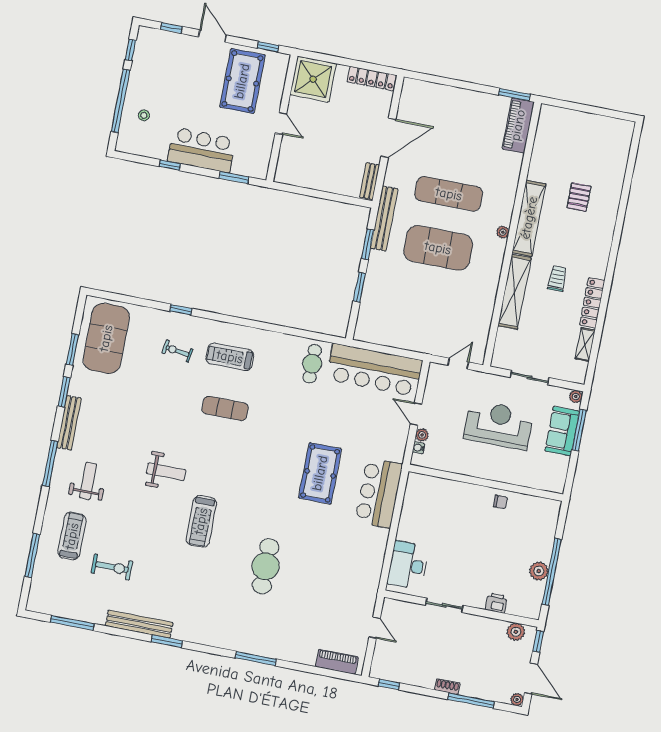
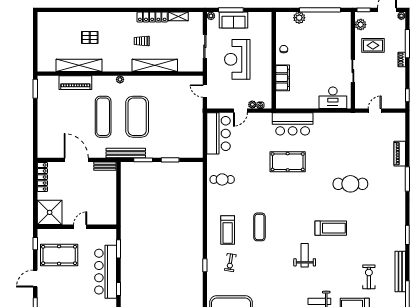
piano: (518, 125) -> (75, 83), moved
bar counter: (202, 150) -> (106, 272), width x1.36
shelving: (529, 218) -> (79, 65), moved
bar counter: (374, 370) -> (219, 133), width x0.73
filing cabinet: (455, 491) -> (283, 78), added
plant: (539, 571) -> (299, 18), moved
printer: (496, 603) -> (345, 40), removed
bench: (139, 624) -> (400, 271), moved
rug: (479, 645) -> (373, 45), added
piano: (337, 662) -> (400, 154), moved

